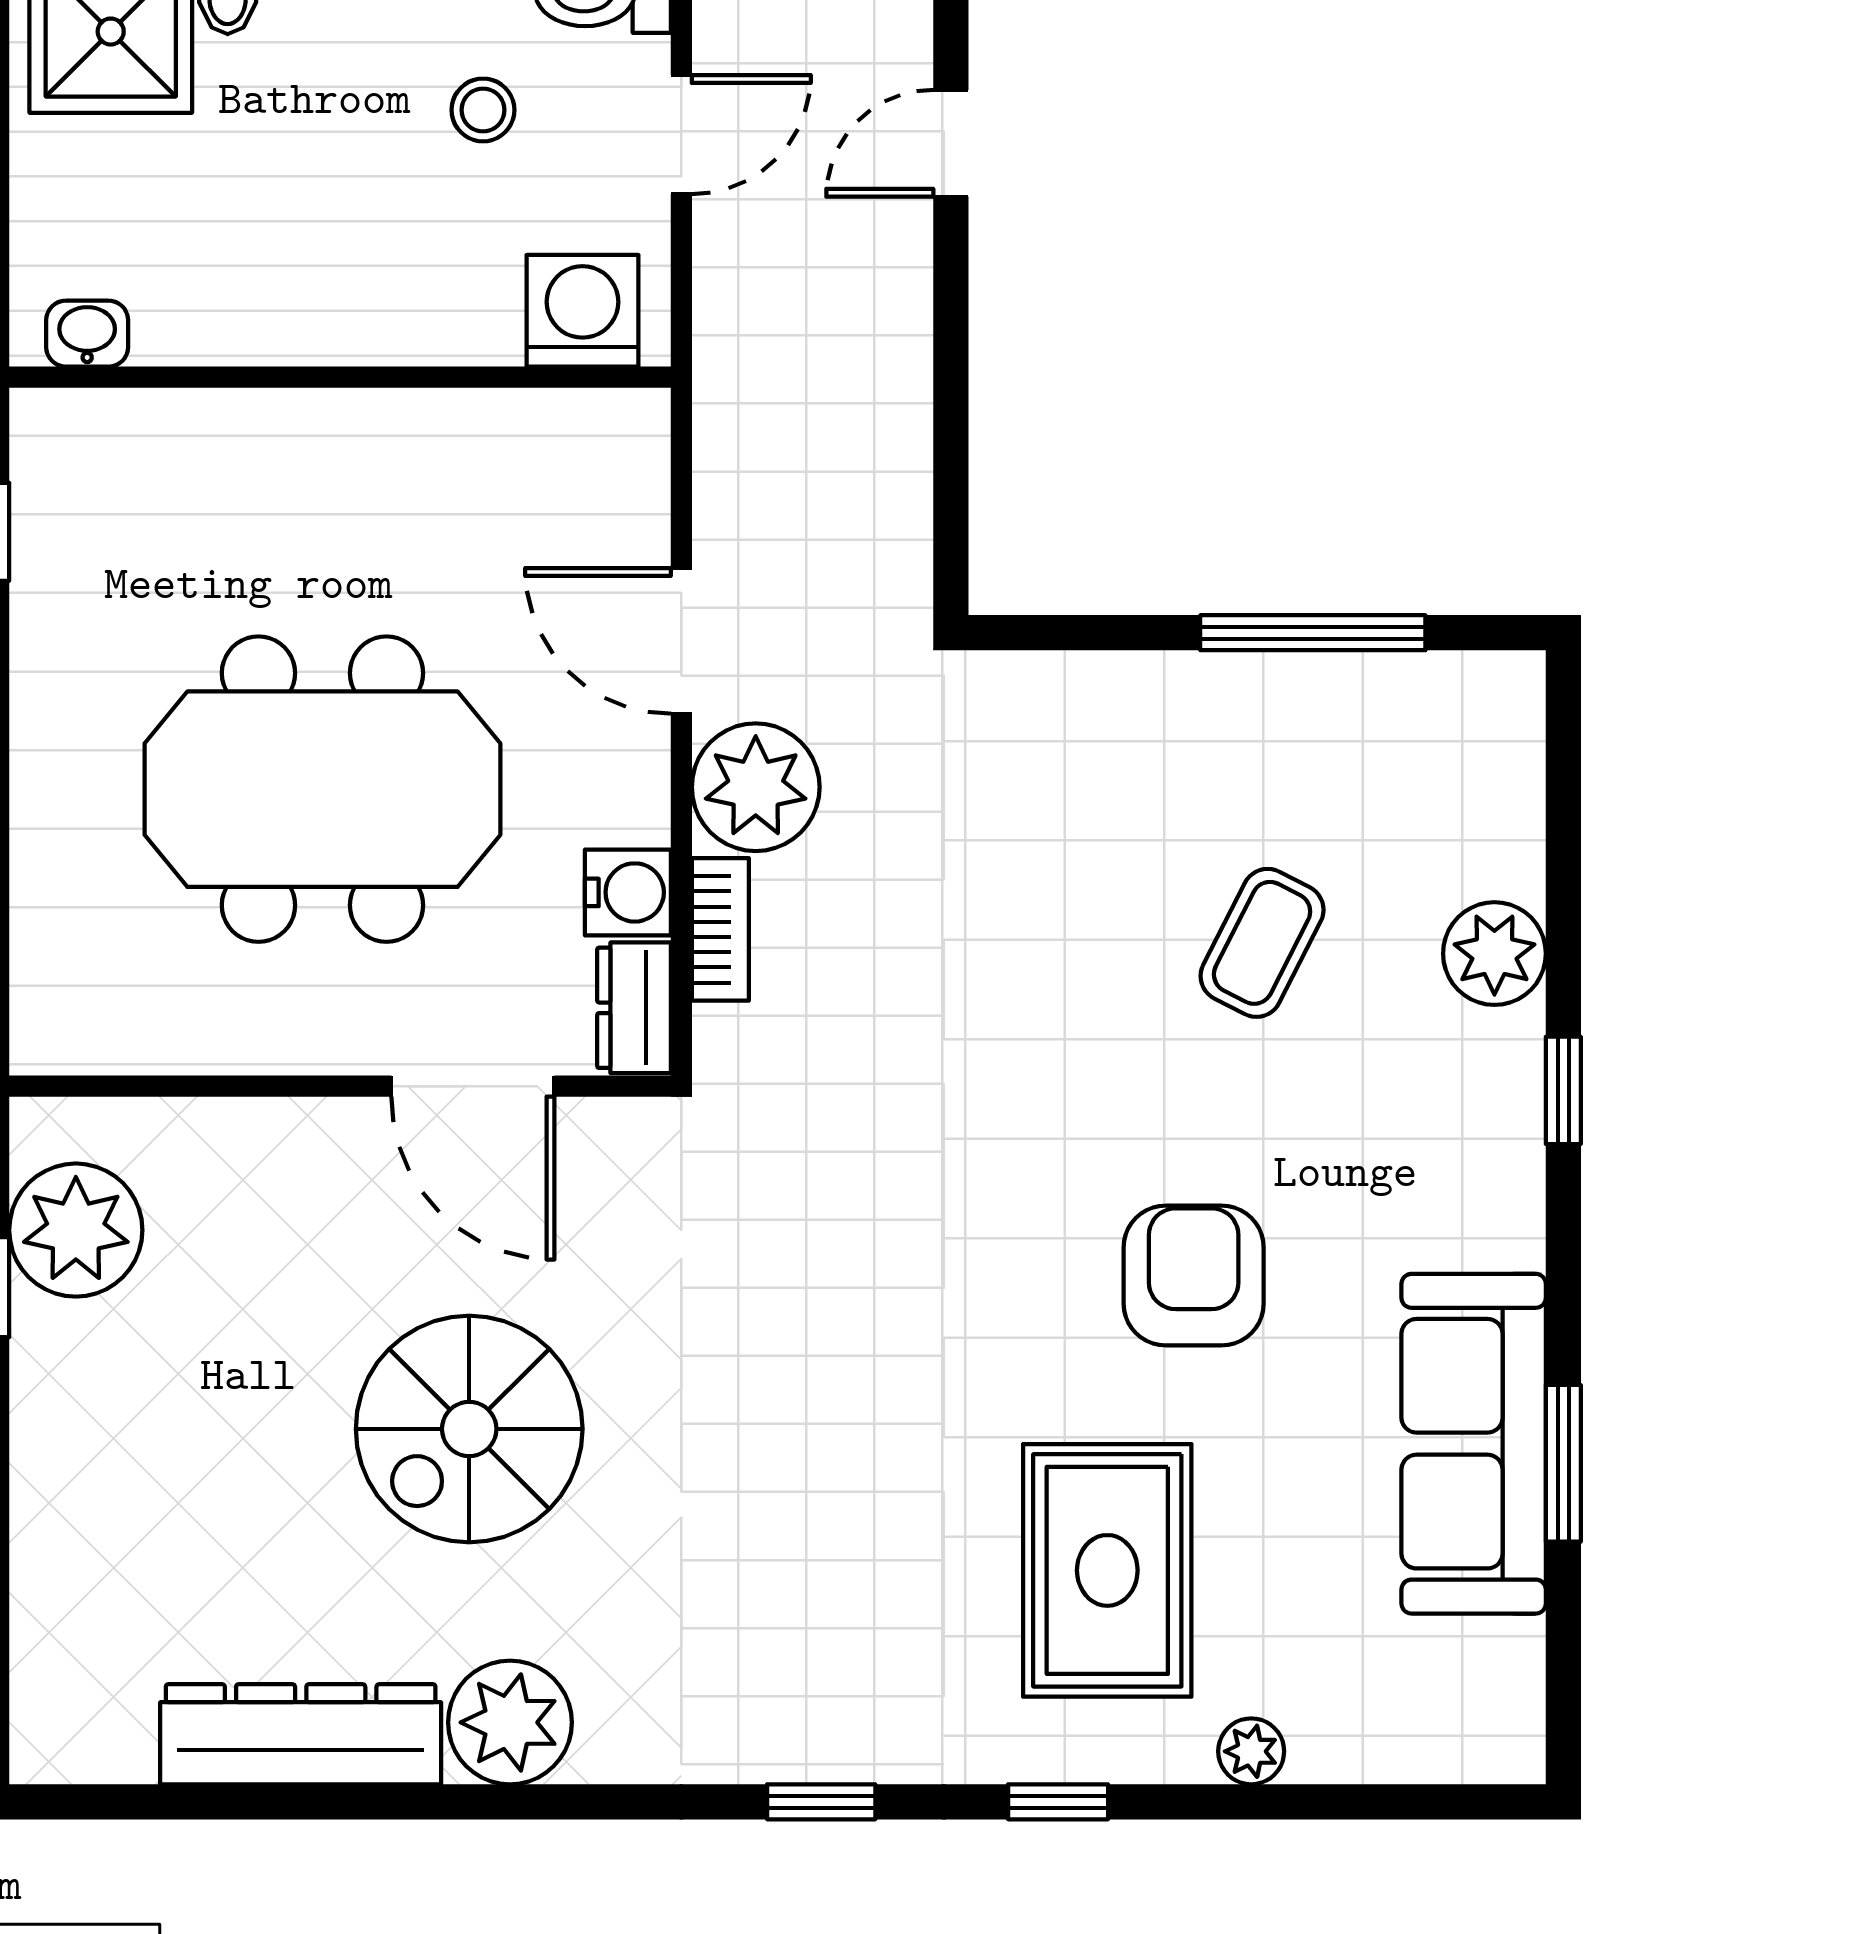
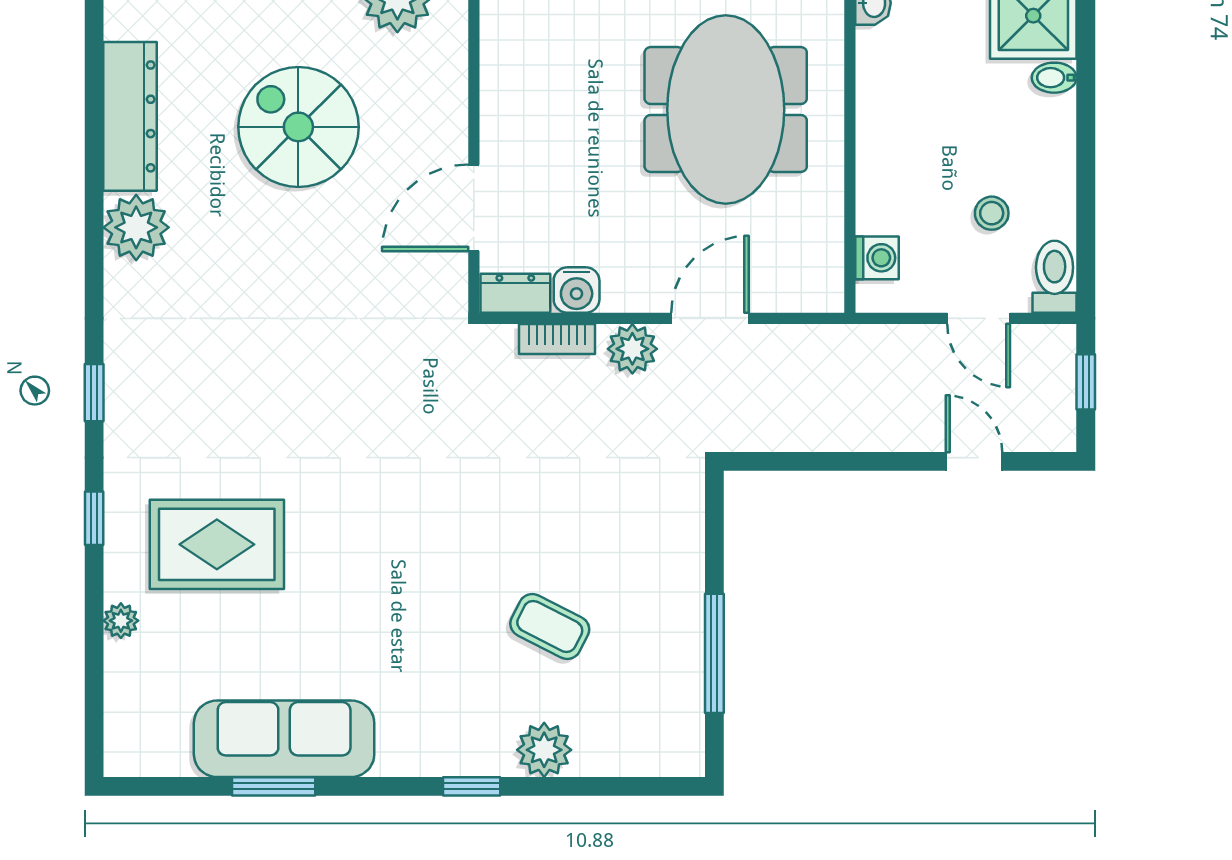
washing machine: (582, 311) -> (877, 258), width x0.73, depth x0.73
plant: (756, 787) -> (632, 349), width x0.73, depth x0.73
meeting table: (322, 789) -> (726, 109), moved
armchair: (1194, 1276) -> (373, 590), removed
spiral stairs: (469, 1429) -> (298, 127), moved

